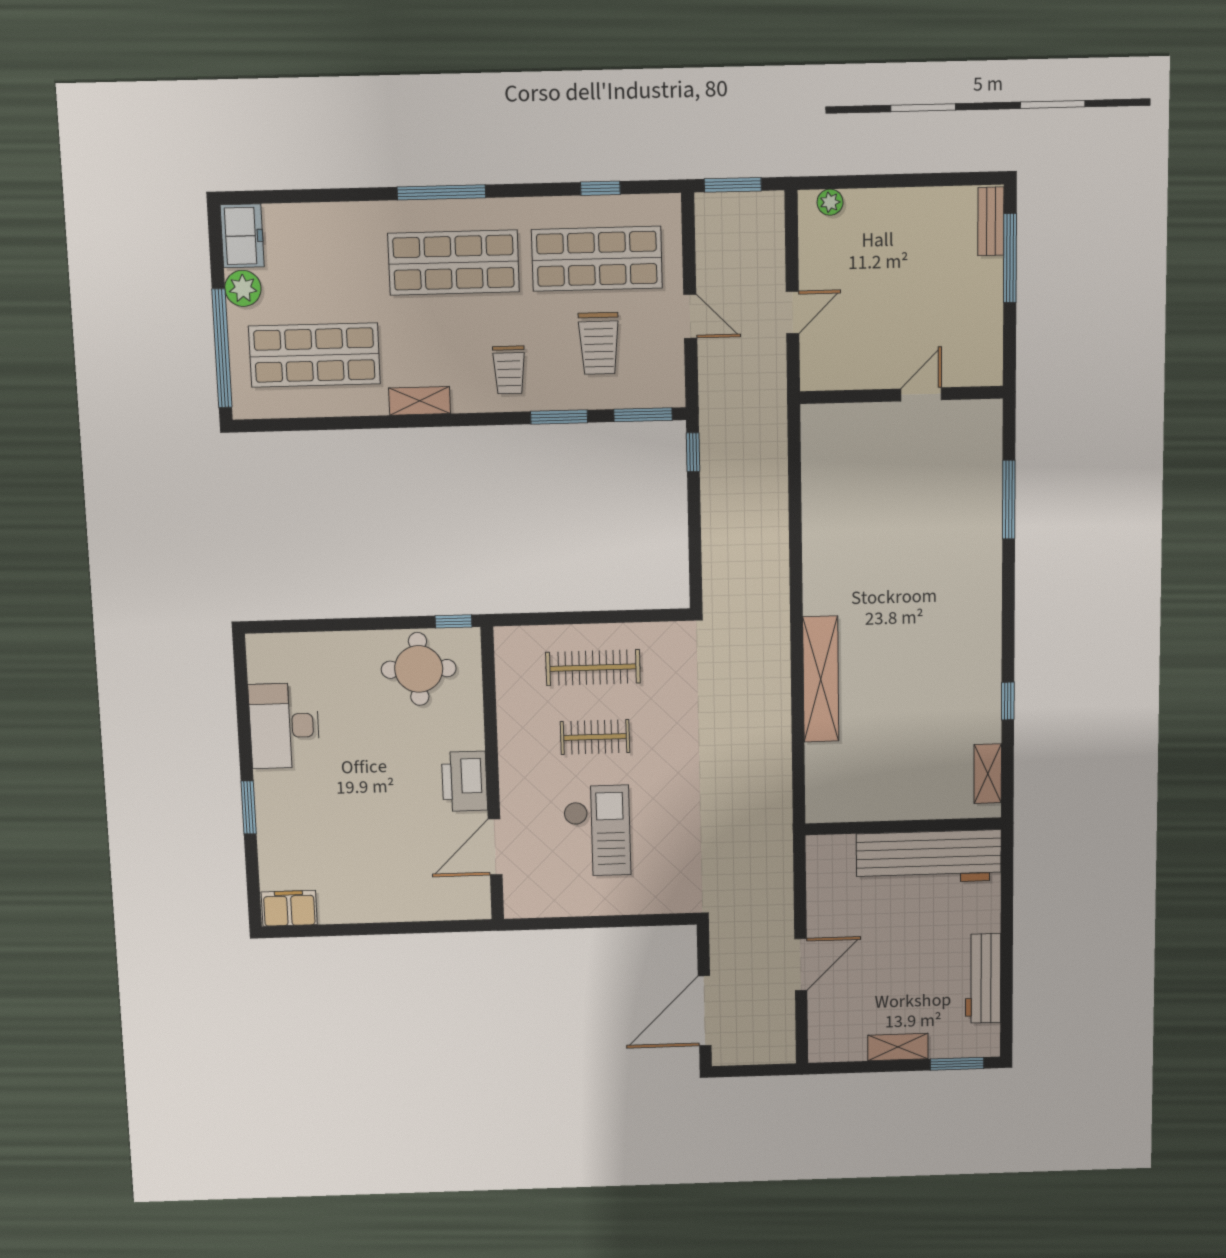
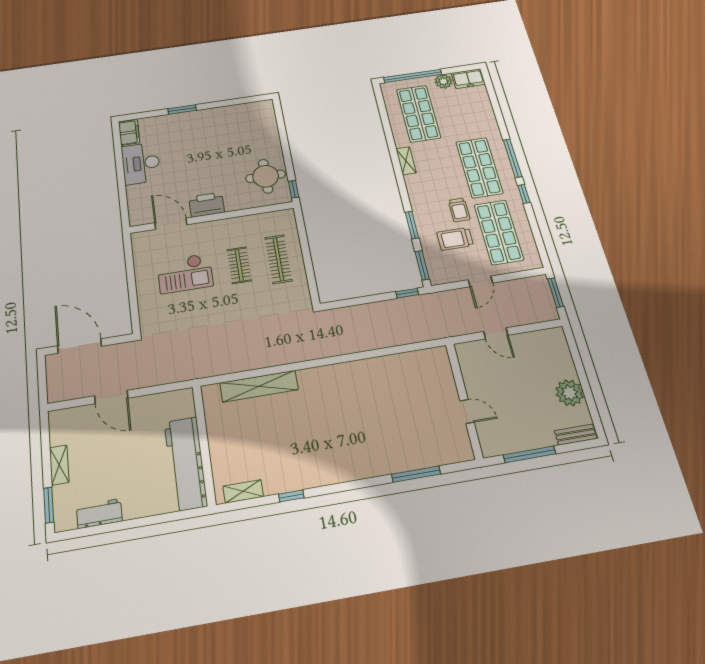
window: (600, 188) -> (524, 194), moved
plant: (830, 202) -> (570, 393), moved, width x1.88, depth x1.88
window: (1010, 258) -> (529, 454), moved
trolley: (509, 370) -> (459, 210), moved, turned -90
shelving: (821, 679) -> (259, 386), moved
desk: (284, 726) -> (141, 163), moved, turned -90
workbench: (983, 978) -> (99, 514), width x0.73

